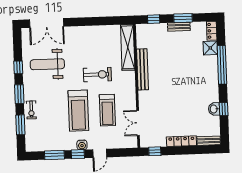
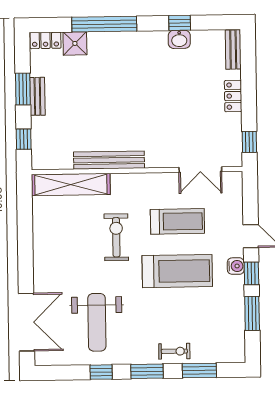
locker: (181, 141) -> (233, 96), width x0.66

